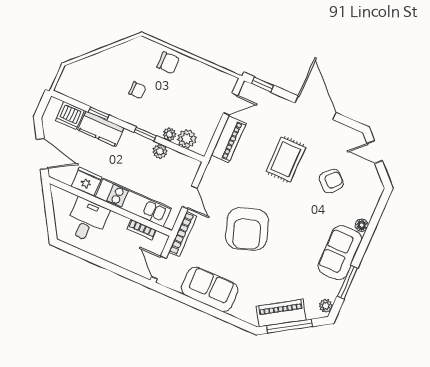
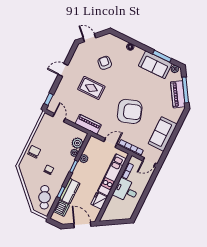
cafe table: (88, 85) -> (44, 197), added
door: (316, 108) -> (63, 70), width x0.53
piano: (229, 139) -> (88, 124), moved
door: (375, 152) -> (89, 38), swing flipped
door: (42, 154) -> (82, 225), hinge flipped
desk: (87, 220) -> (126, 190), moved
sofa: (340, 253) -> (155, 65), moved

